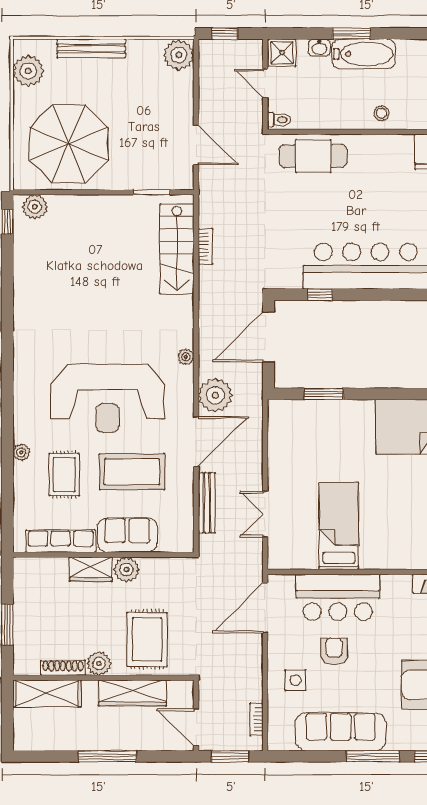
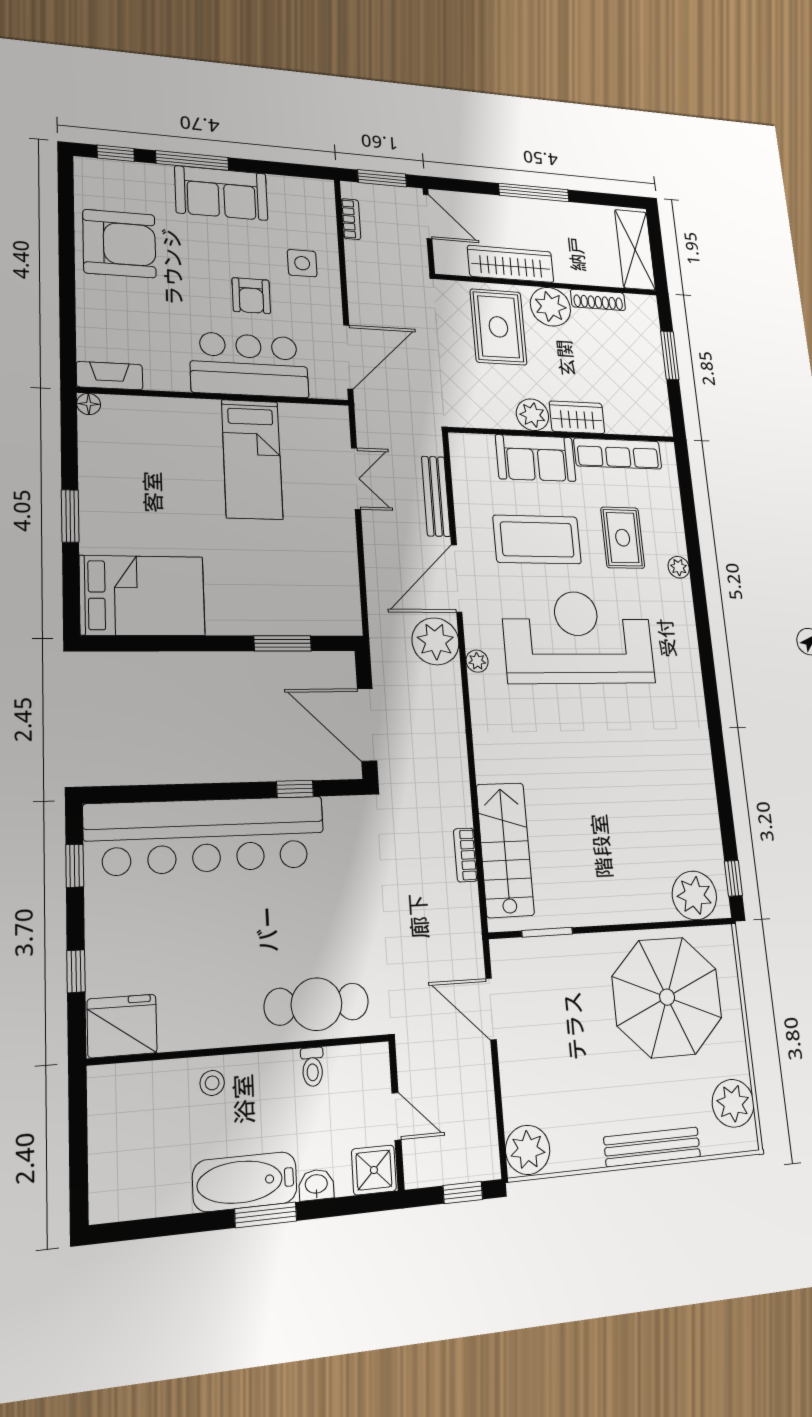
toilet: (279, 120) -> (312, 1067), moved, turned -90
plant: (35, 207) -> (694, 895), width x1.36, depth x1.36
door: (268, 337) -> (367, 725), swing flipped
plant: (186, 357) -> (477, 661), moved
plant: (99, 664) -> (550, 307), width x1.36, depth x1.36
shelving: (47, 693) -> (635, 250), moved, turned 90
sofa: (341, 732) -> (221, 193), width x0.73

